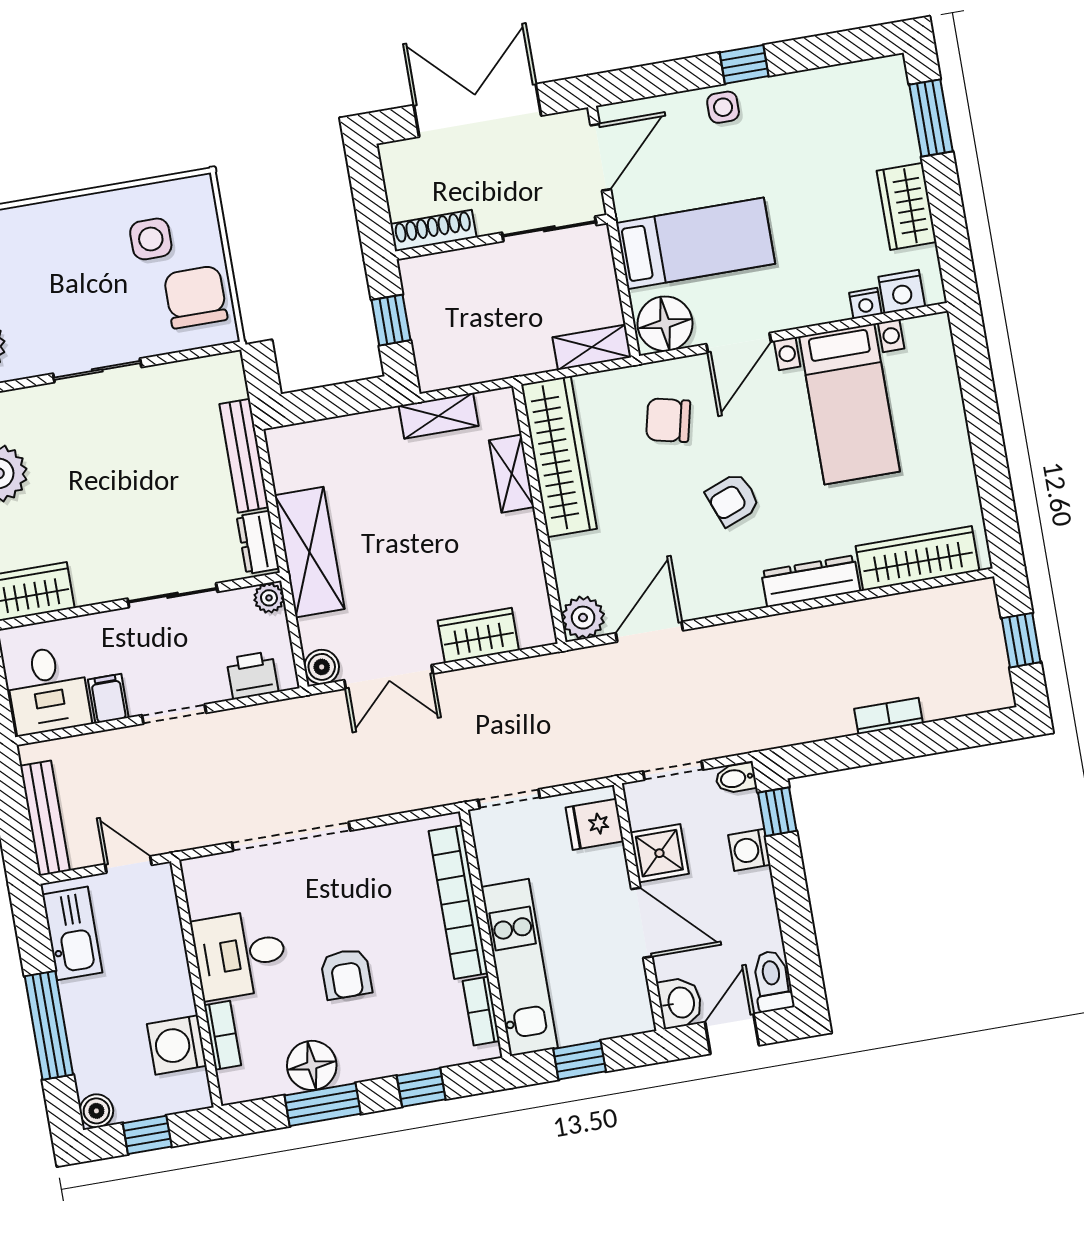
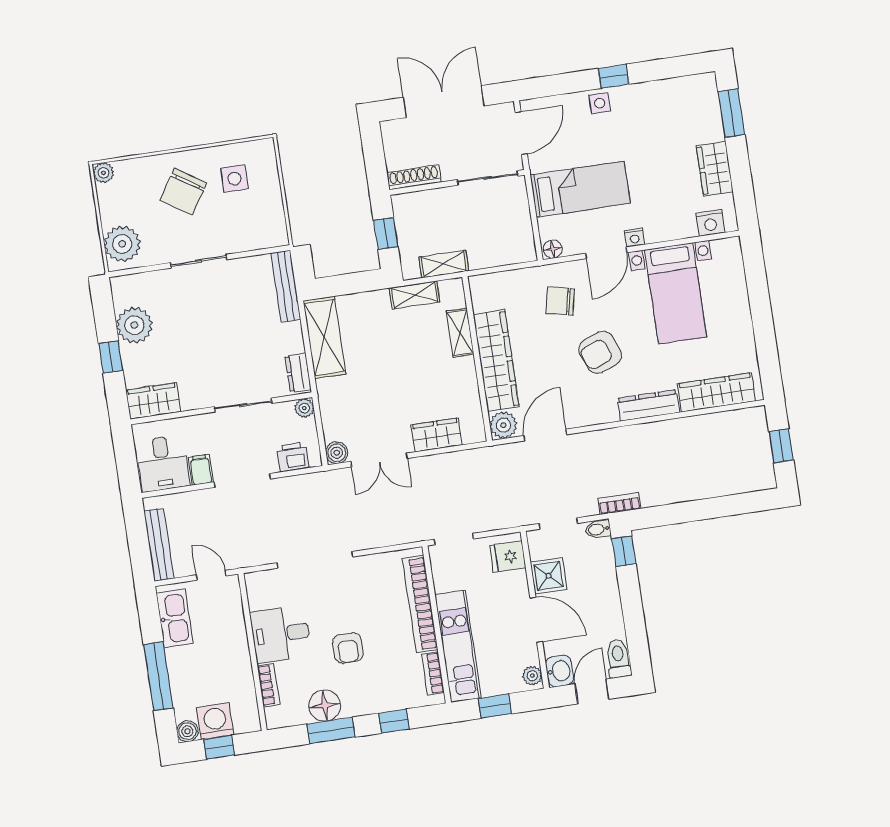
chair: (196, 297) -> (183, 192), moved, turned -147
nightstand: (865, 303) -> (634, 238), moved
floor lamp: (665, 324) -> (553, 249), width x0.53, depth x0.53
shelving: (592, 347) -> (444, 264), moved
bench: (244, 456) -> (286, 286), moved
wardrobe: (559, 457) -> (496, 361), moved
armchair: (733, 499) -> (600, 352), width x1.38, depth x1.38
shelving: (310, 552) -> (324, 337), moved
doorway: (174, 714) -> (242, 480), width x1.38
bookcase: (888, 716) -> (619, 503), moved
washing machine: (749, 850) -> (606, 575), removed
plant: (638, 1011) -> (532, 676), added
washing machine: (177, 1045) -> (215, 721), moved, turned 90

